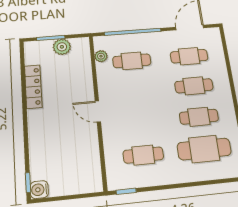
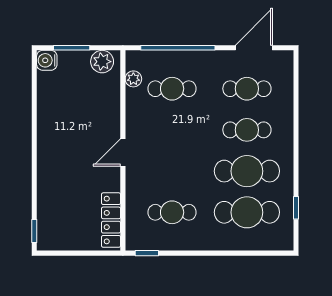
plant: (62, 47) -> (102, 62), moved
locker: (33, 87) -> (111, 220), moved, turned 180
door: (98, 111) -> (123, 152), hinge flipped
cafe table: (199, 117) -> (247, 171), width x1.37, depth x1.35
water cooler: (39, 190) -> (47, 60), moved

